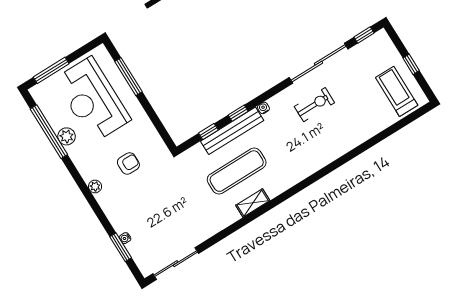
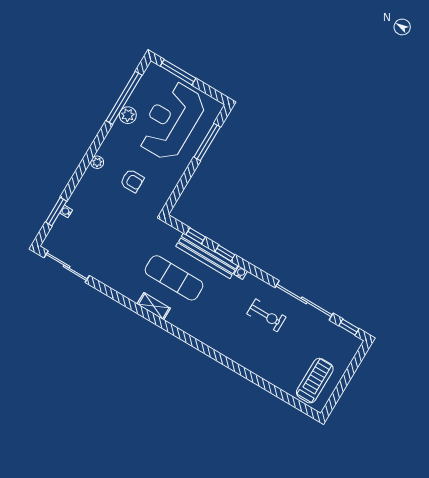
window: (411, 64) -> (345, 381), removed

